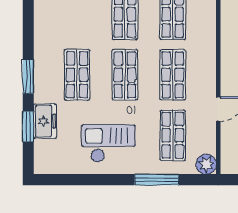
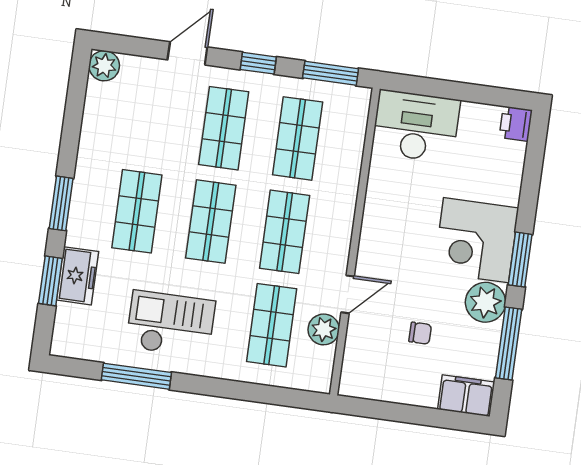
plant: (206, 164) -> (324, 329), moved
window: (157, 180) -> (136, 376), moved

